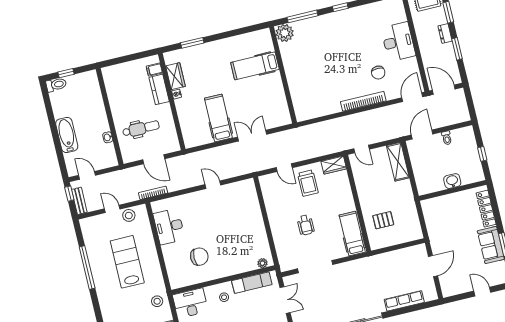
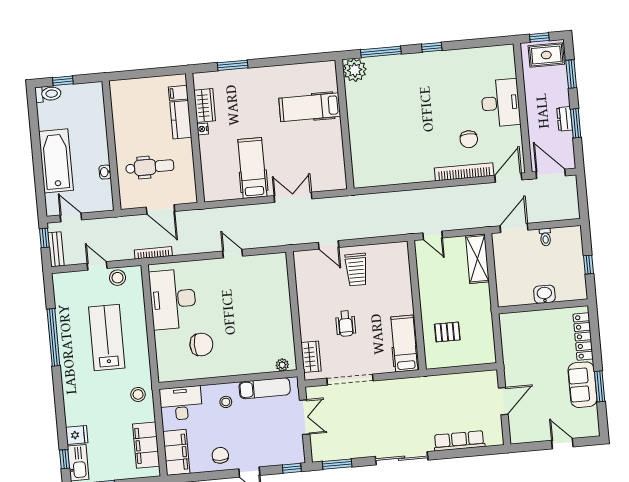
dresser: (445, 33) -> (565, 119), moved
bookcase: (363, 101) -> (464, 172), moved
bathtub: (67, 135) -> (56, 161), width x1.36, depth x1.36
wardrobe: (334, 165) -> (311, 357), moved, turned -90
desk: (169, 226) -> (173, 299), width x1.36, depth x1.30

